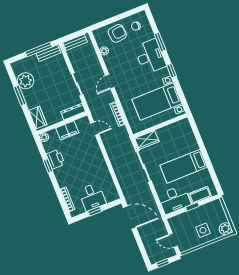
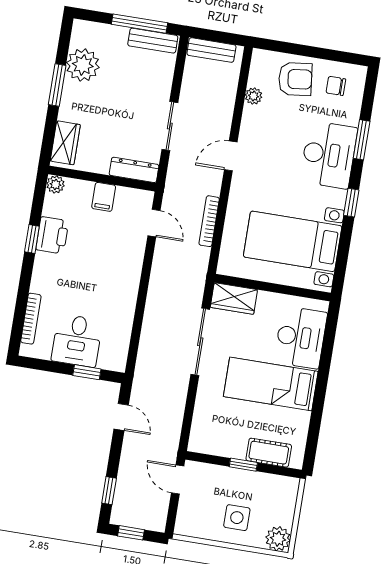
filing cabinet: (67, 130) -> (104, 197), width x0.50
desk: (174, 200) -> (301, 337), moved, turned -90
window: (95, 211) -> (87, 372), moved
door: (130, 217) -> (121, 417), width x0.53
door: (173, 240) -> (178, 480), moved
window: (143, 251) -> (109, 491), added

